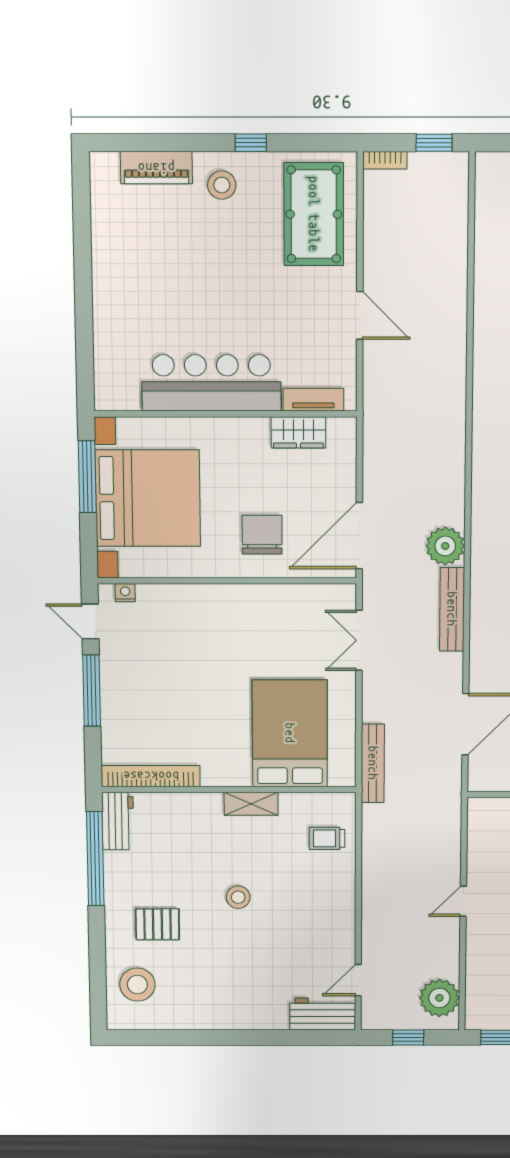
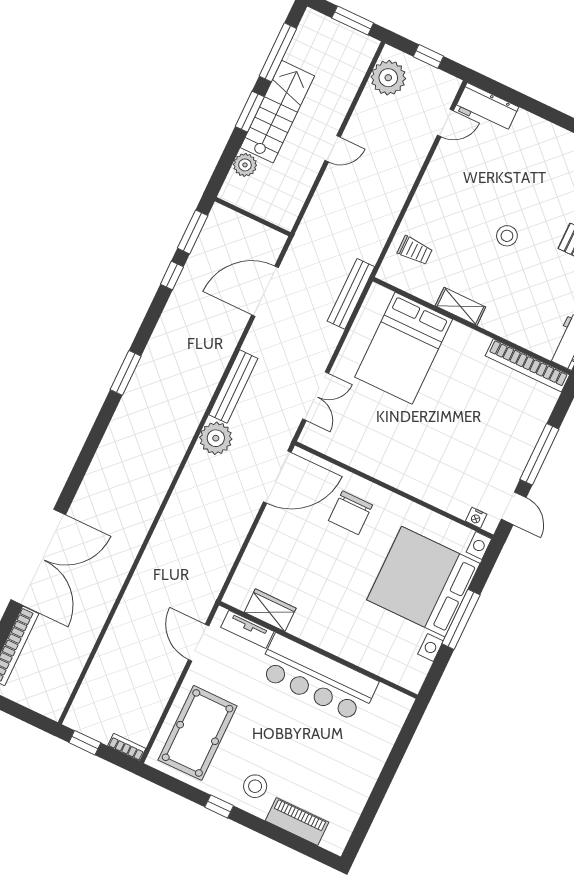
bar counter: (211, 383) -> (318, 678), moved
tv unit: (313, 400) -> (247, 629), moved
wall: (225, 414) -> (318, 650), moved
wardrobe: (298, 432) -> (270, 610), moved

